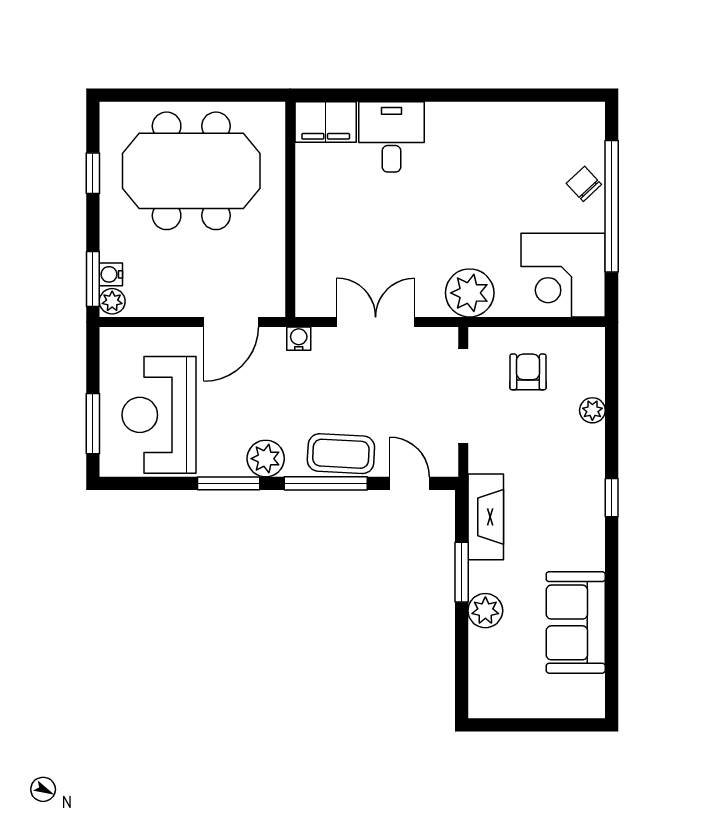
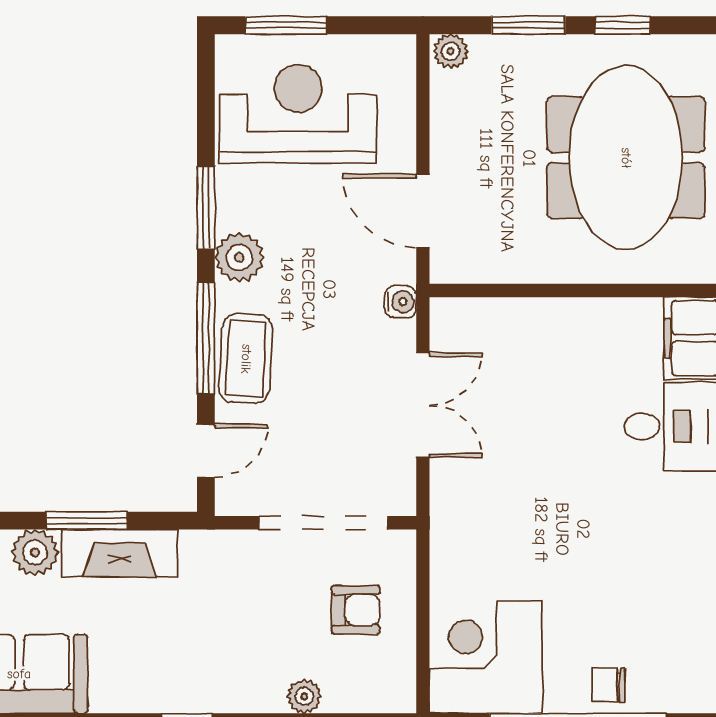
chair: (584, 184) -> (608, 685), turned -137
water cooler: (111, 274) -> (487, 49), removed
window: (93, 279) -> (528, 25), moved
plant: (470, 293) -> (462, 532), removed
fireplace: (486, 517) -> (119, 553), moved

